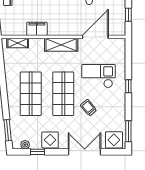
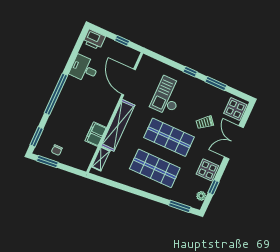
shelving: (61, 45) -> (118, 125), width x1.47
trolley: (88, 108) -> (205, 122), moved
window: (128, 131) -> (216, 83), moved

